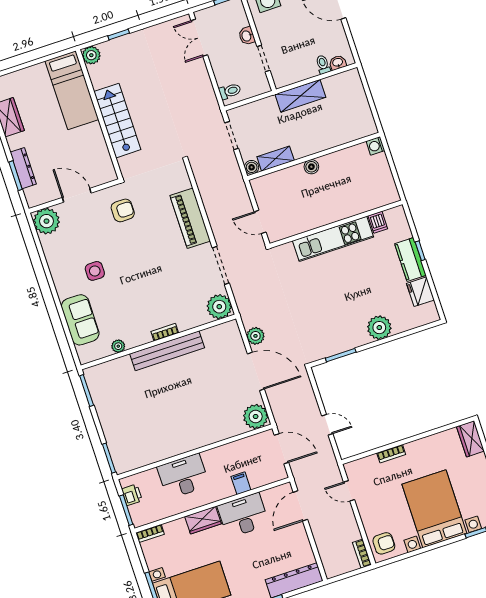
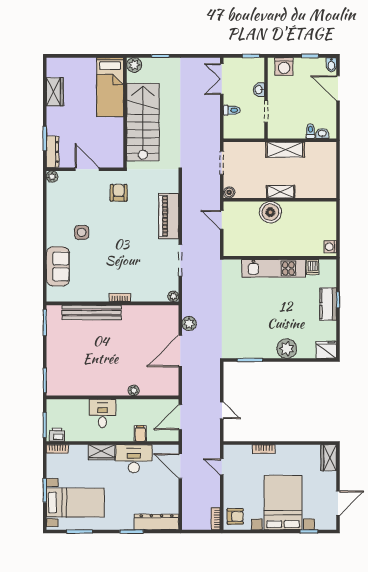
toilet: (230, 91) -> (232, 110), moved
stairs: (117, 121) -> (143, 122), width x1.36, depth x1.51
washing machine: (375, 146) -> (330, 247), moved
shelving: (276, 159) -> (281, 192), moved
boiler: (311, 167) -> (270, 212), width x1.86, depth x1.86
dresser: (23, 168) -> (53, 152), moved
armchair: (123, 210) -> (119, 193), turned -90
plant: (46, 221) -> (52, 177), width x0.53, depth x0.53
door: (260, 222) -> (222, 220), moved
fridge: (420, 292) -> (326, 350), moved, turned 90
plant: (219, 307) -> (173, 296), width x0.53, depth x0.53
plant: (118, 346) -> (81, 296), removed
bench: (167, 351) -> (92, 312), moved
door: (256, 371) -> (180, 351), swing flipped
plant: (256, 416) -> (134, 390), moved, width x0.53, depth x0.53
door: (281, 449) -> (180, 417), swing flipped
desk: (183, 476) -> (102, 413), width x0.73
printer: (132, 495) -> (57, 435), moved, turned -90
door: (300, 506) -> (180, 466), hinge flipped

